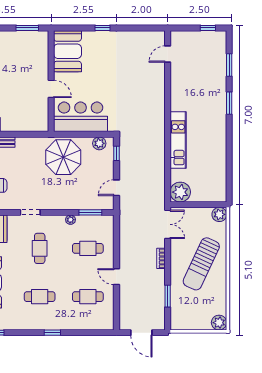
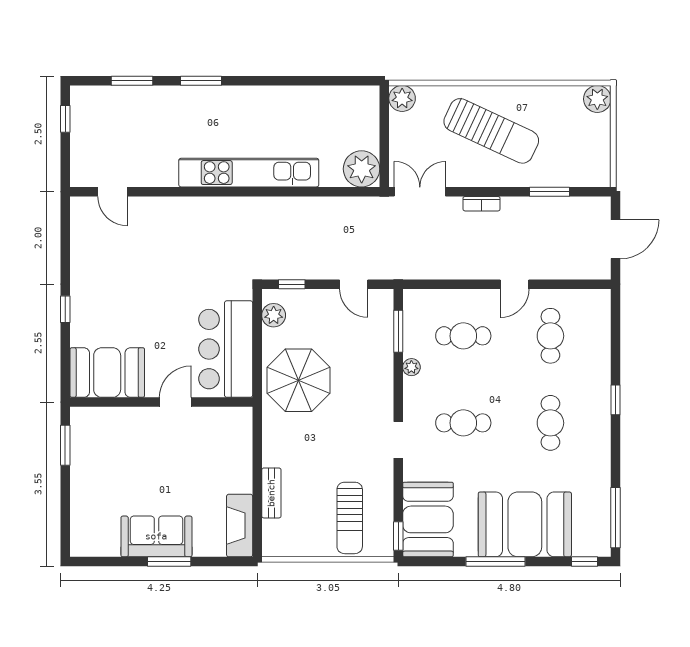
kitchen unit: (178, 140) -> (249, 173), width x1.36
cafe table: (88, 248) -> (463, 336), turned 90

